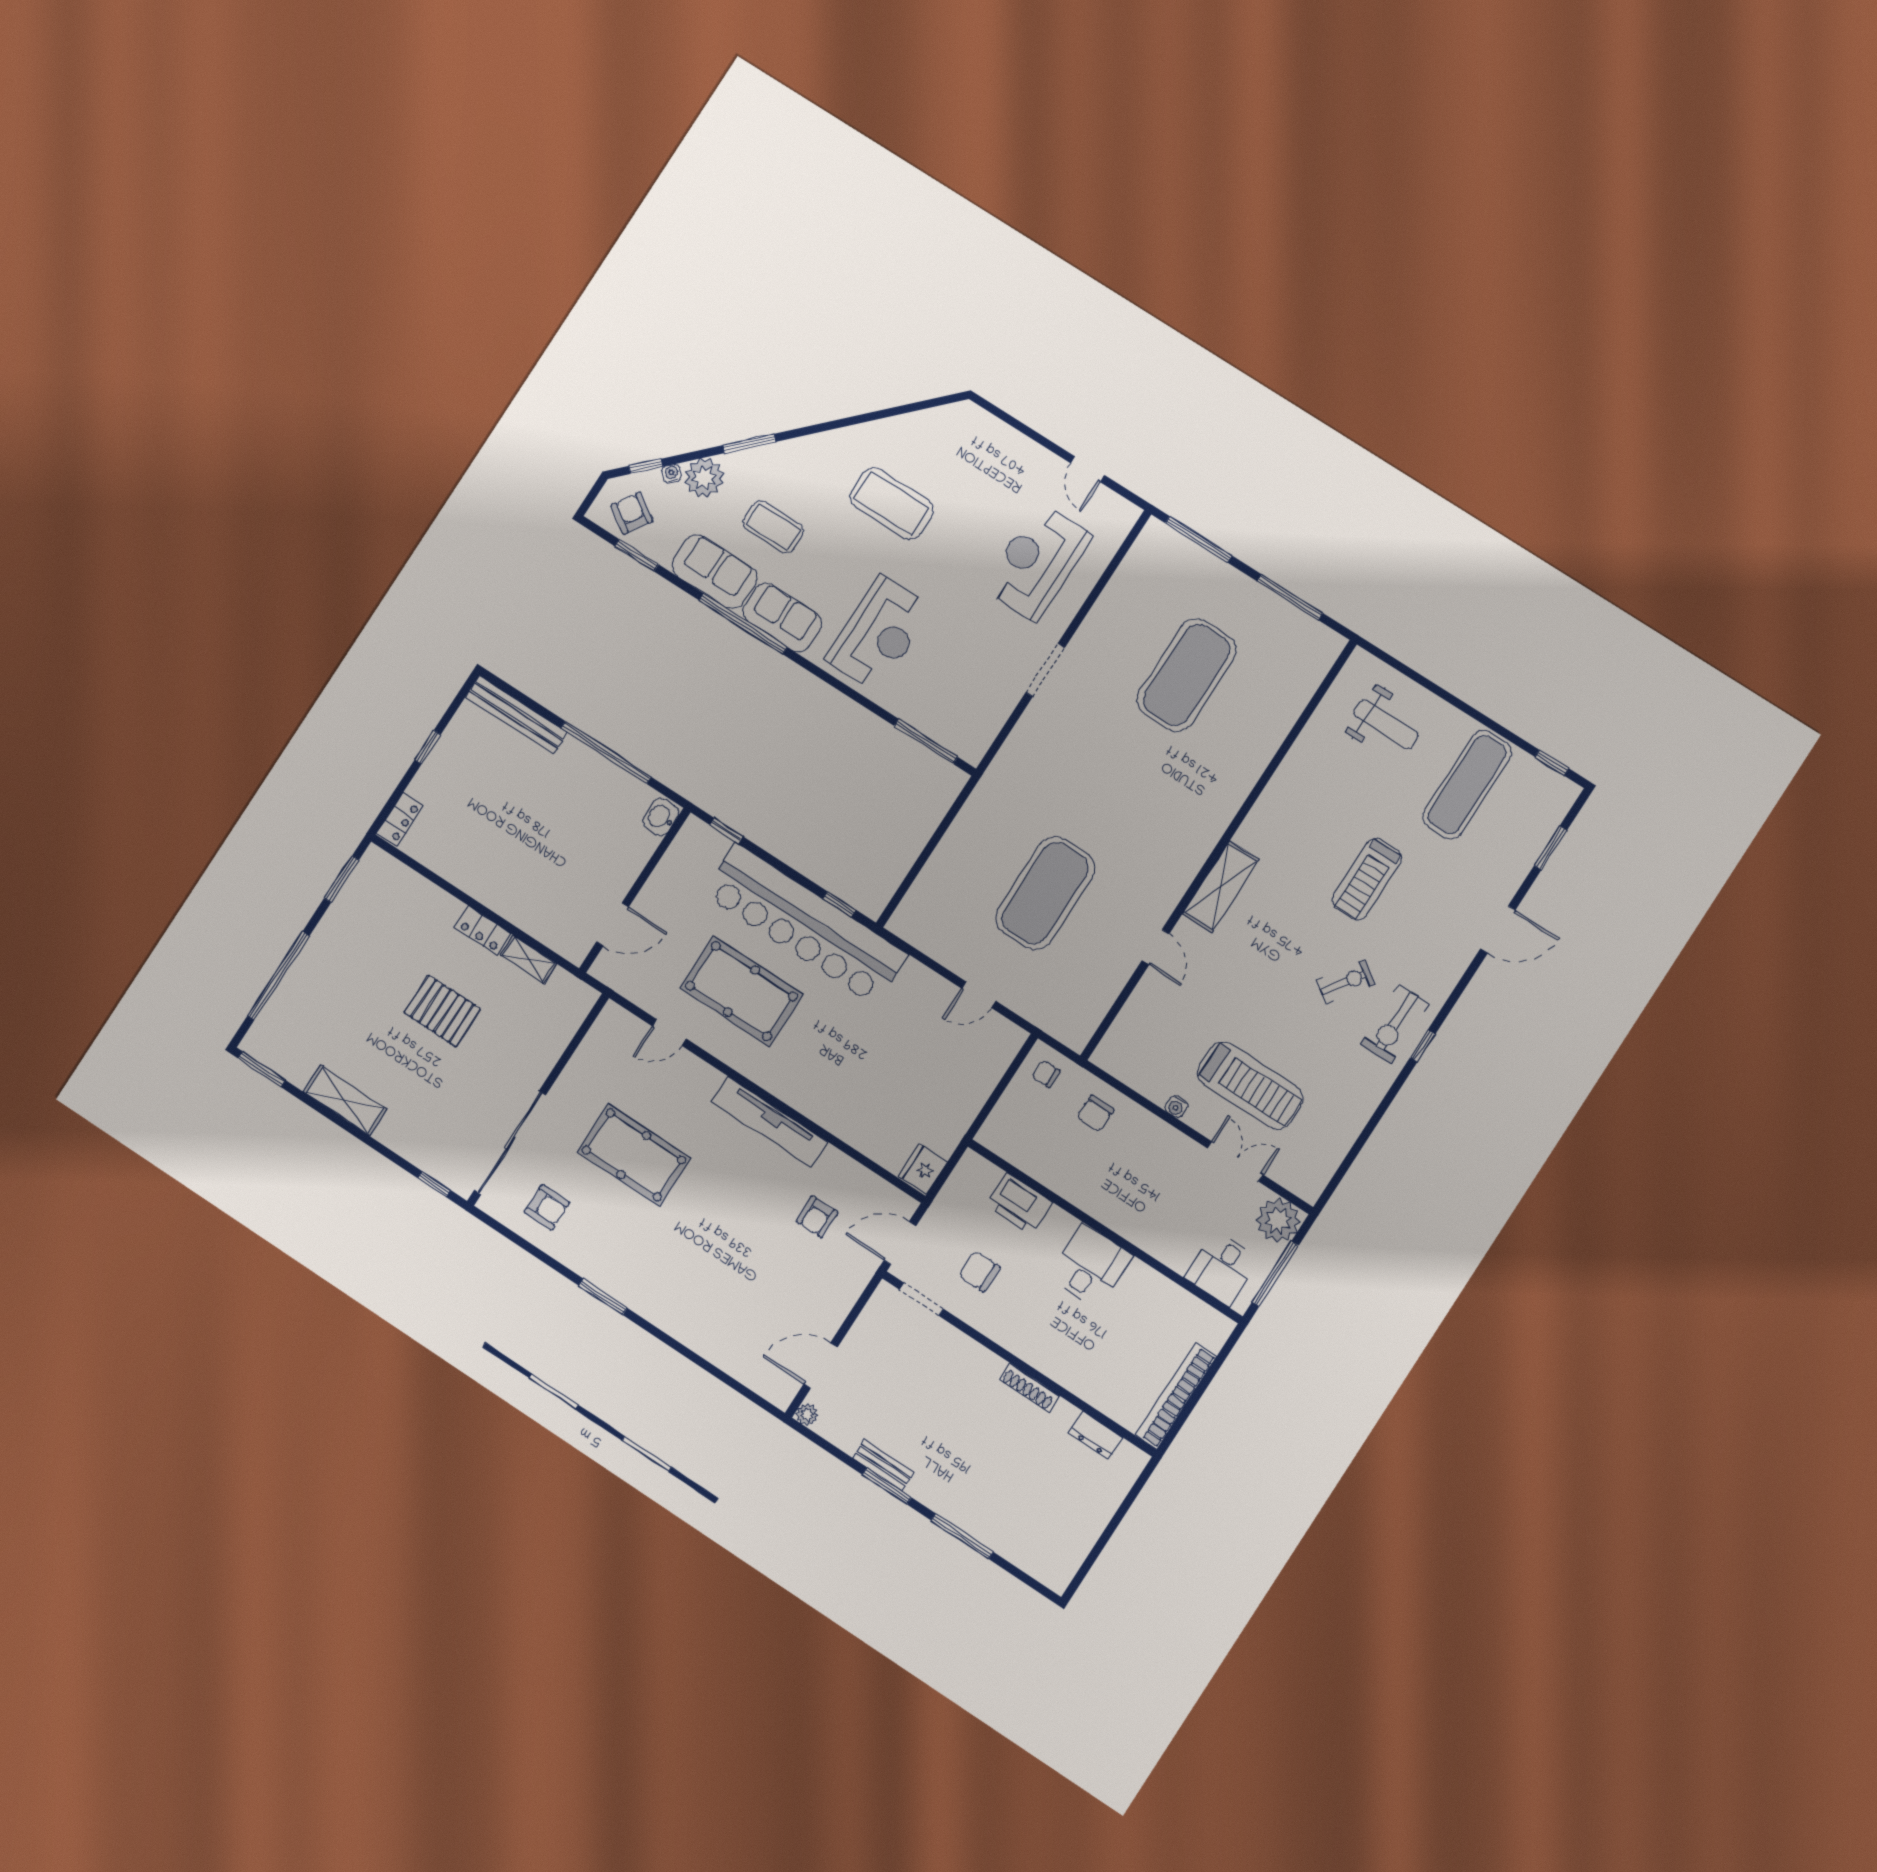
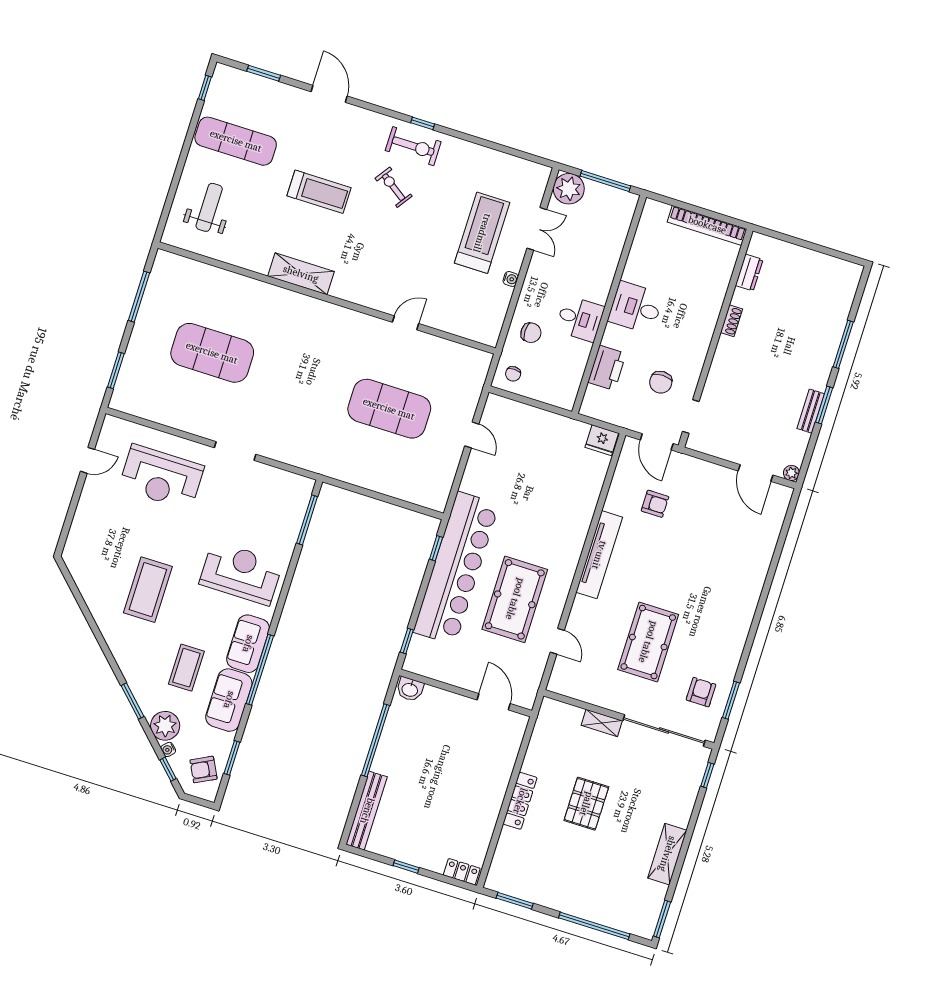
armchair: (632, 513) -> (203, 770), turned 30
window: (1199, 539) -> (116, 370), width x0.69
shelving: (1221, 887) -> (301, 274), moved
locker: (483, 931) -> (520, 801), width x1.53
shelving: (529, 959) -> (602, 723), moved, turned 90
double door: (1235, 1161) -> (537, 229), swing flipped
desk: (1222, 1268) -> (580, 319), moved
window: (603, 1297) -> (731, 700), moved
shoe rack: (1029, 1387) -> (732, 321), width x0.70

